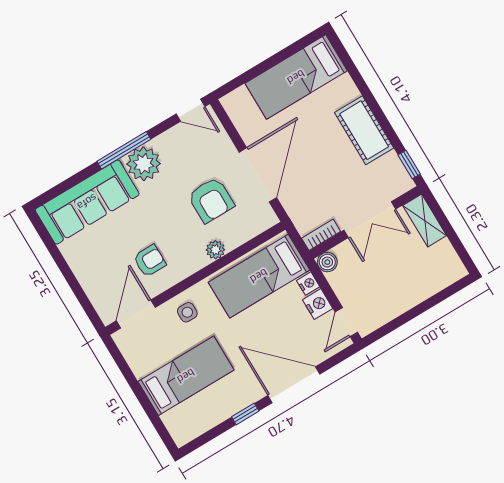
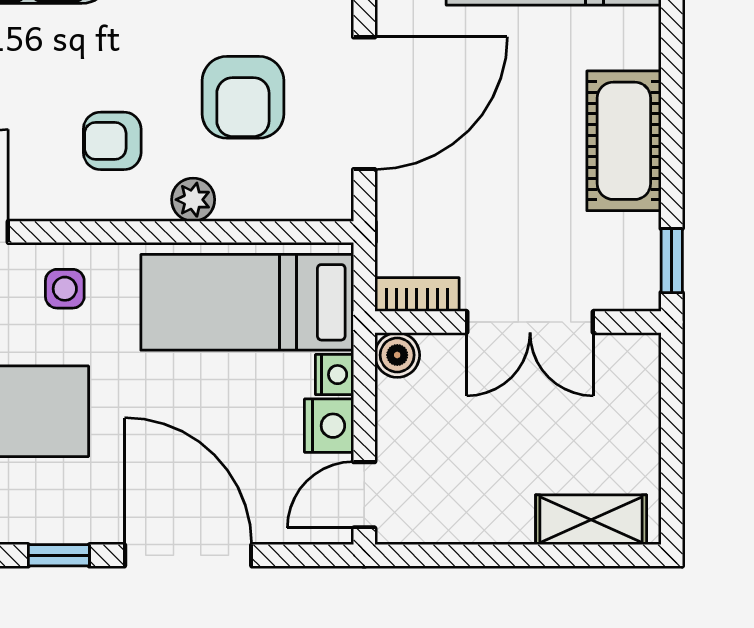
shelving: (425, 221) -> (591, 520), moved, turned 90
armchair: (150, 261) -> (112, 141), moved, turned 180

